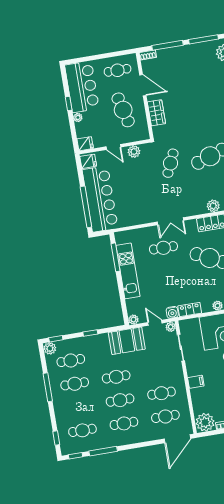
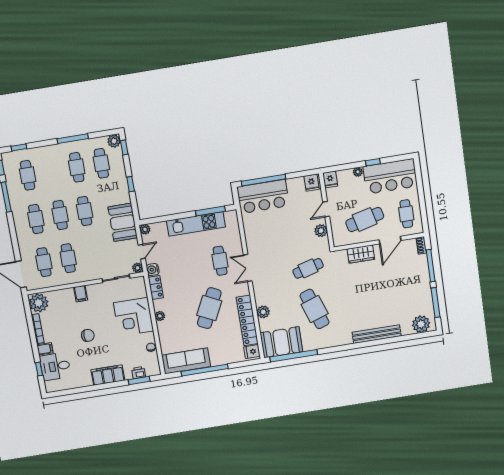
cafe table: (171, 163) -> (308, 268), turned -39
bar counter: (100, 199) -> (263, 196), width x0.73

